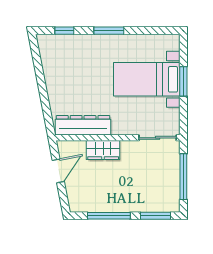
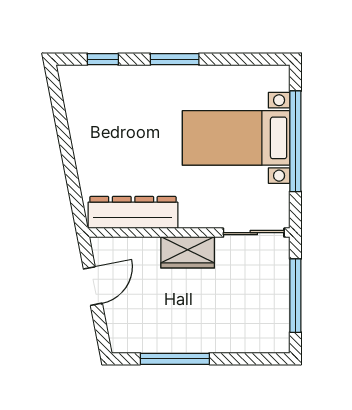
window: (183, 81) -> (295, 141), width x2.11
wardrobe: (103, 150) -> (188, 252), moved
window: (156, 216) -> (250, 359), removed

